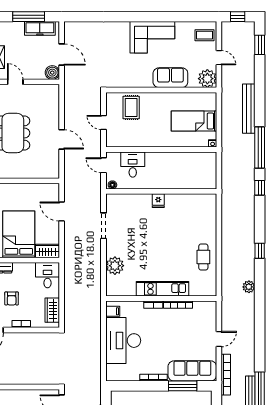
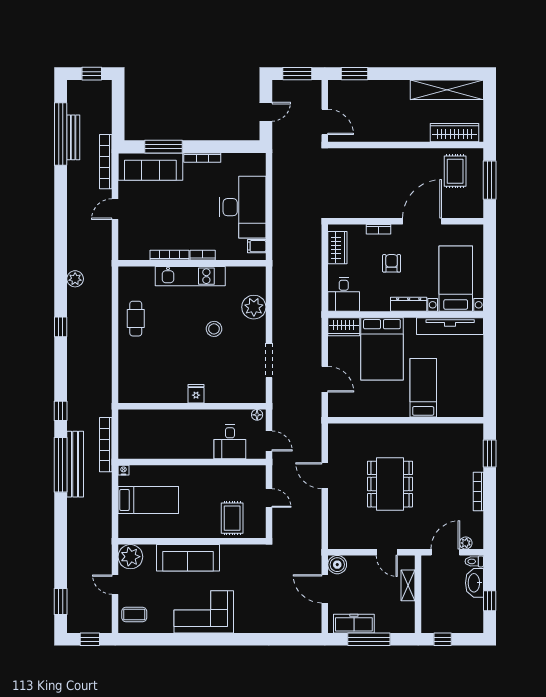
sofa: (170, 78) -> (188, 558), width x1.36
bench: (249, 109) -> (75, 464), moved
bookcase: (226, 163) -> (106, 445), added
stool: (145, 249) -> (214, 329), added

